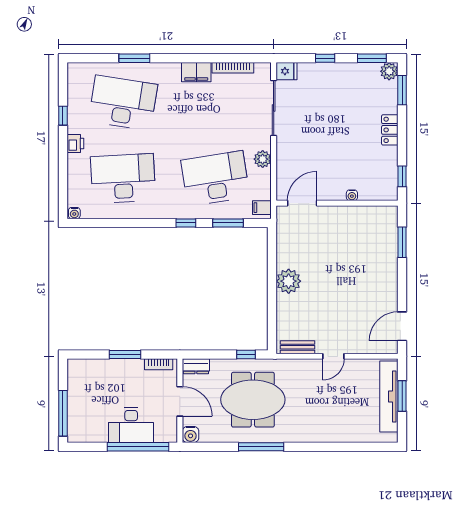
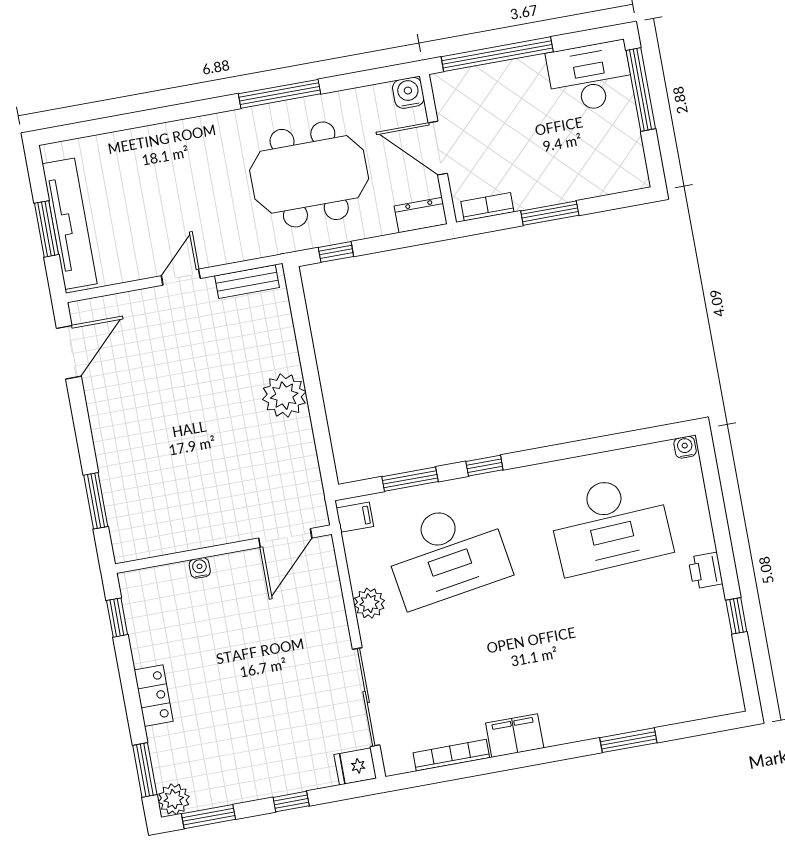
desk: (123, 103) -> (634, 658), removed
desk: (131, 425) -> (590, 77), moved

